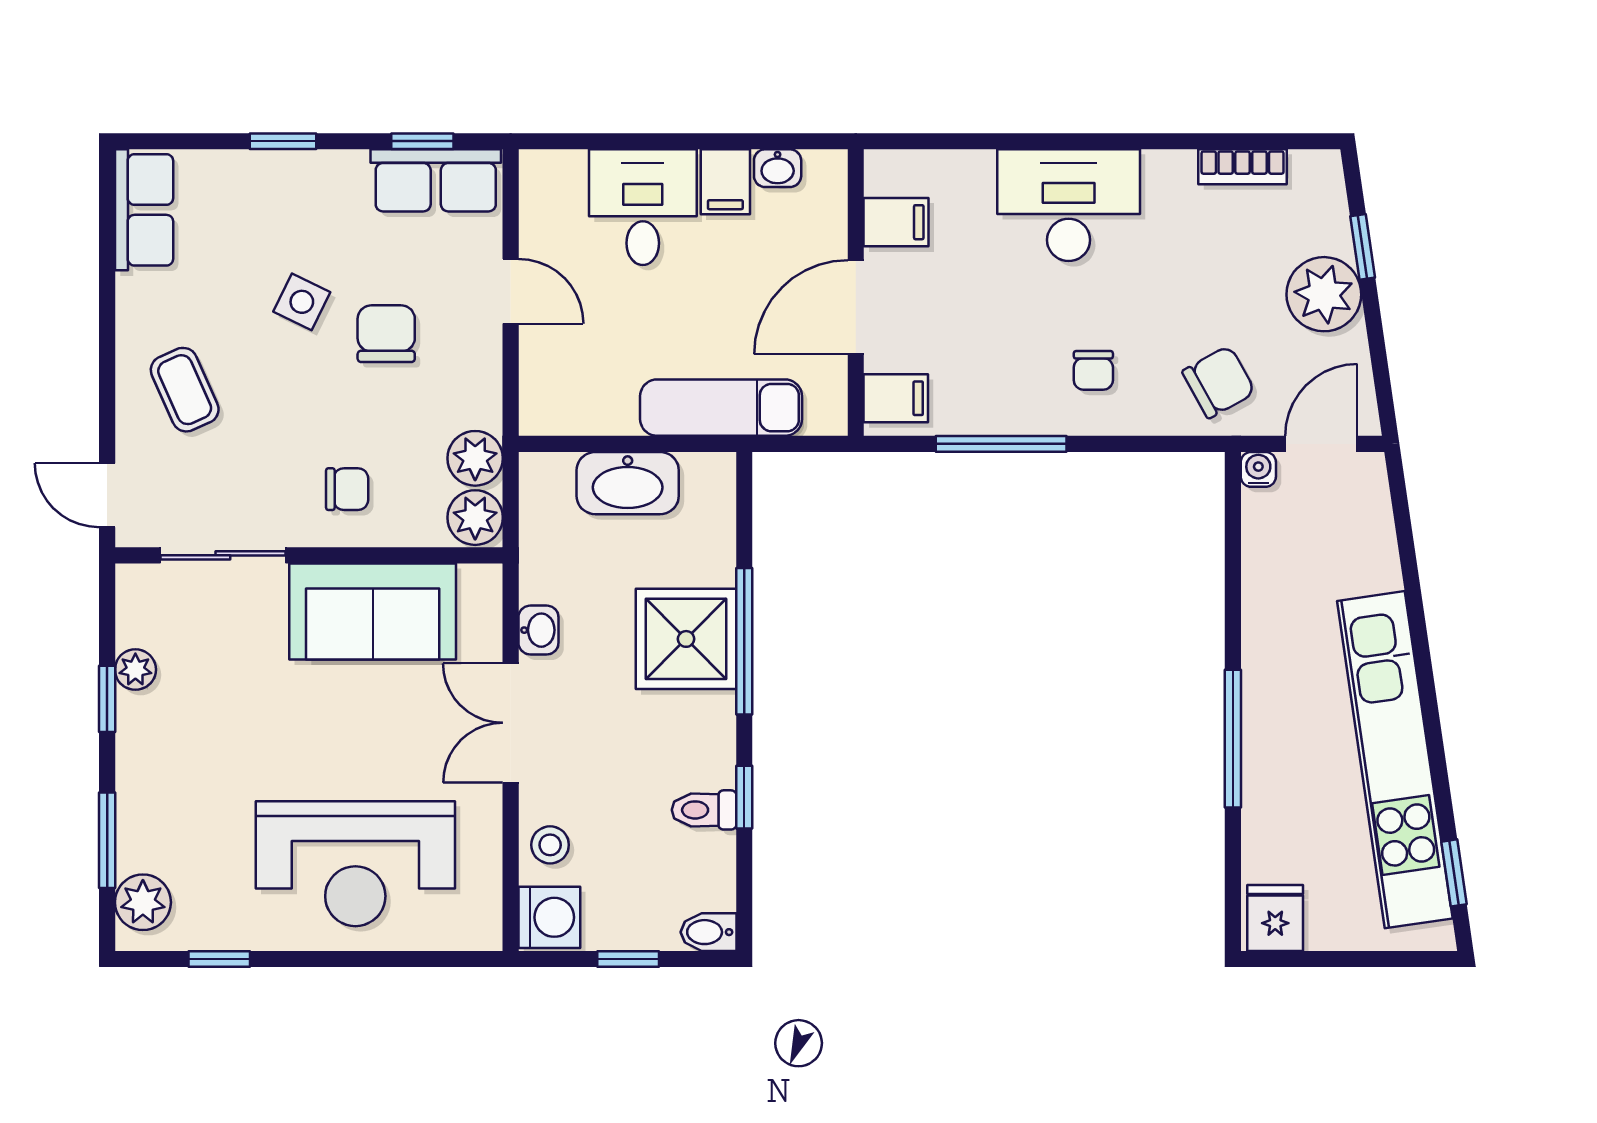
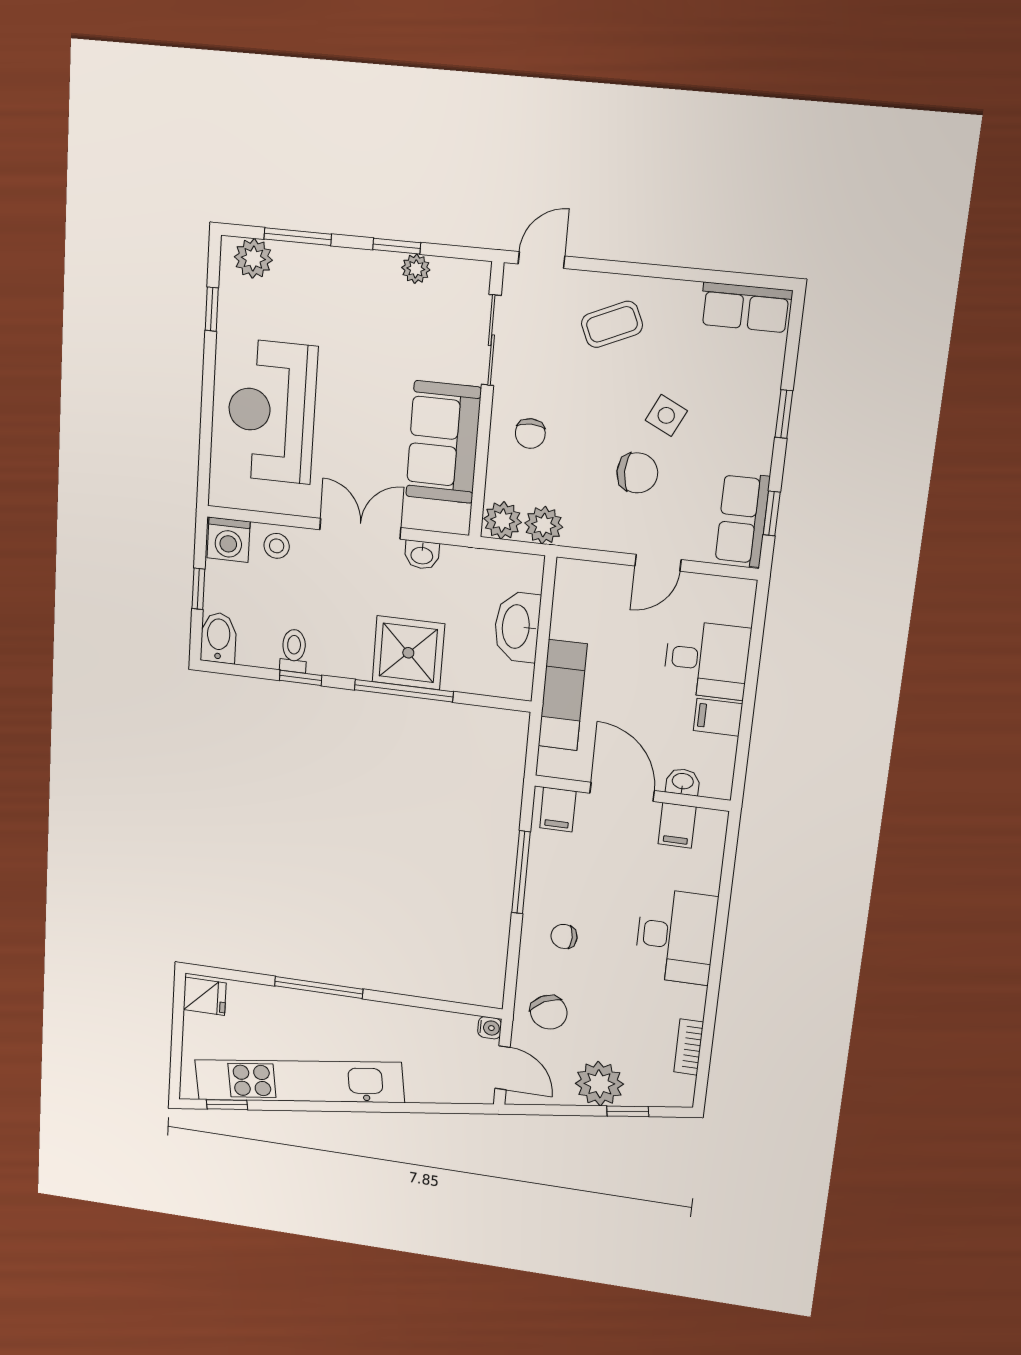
washbasin: (778, 168) -> (683, 782), moved, turned 90
bidet: (708, 932) -> (218, 638), width x1.38, depth x1.36

